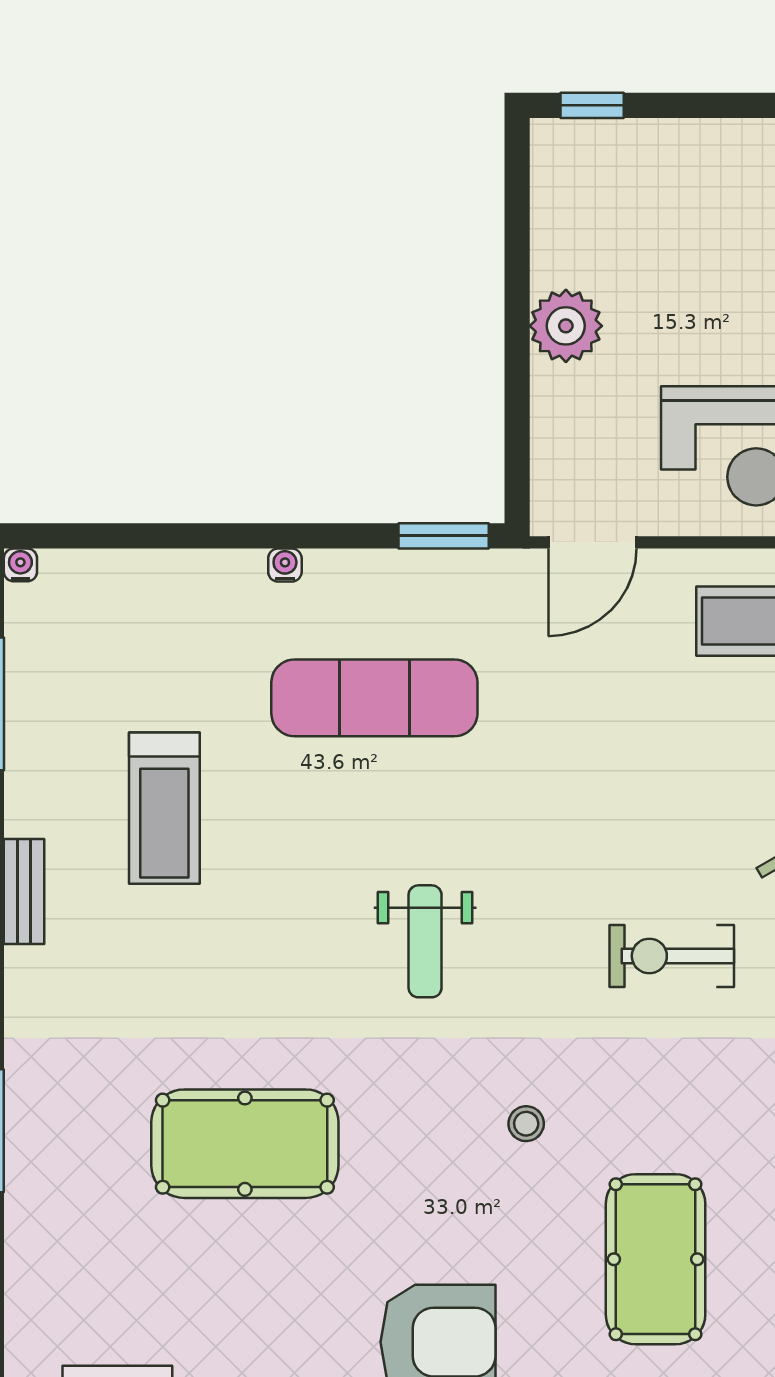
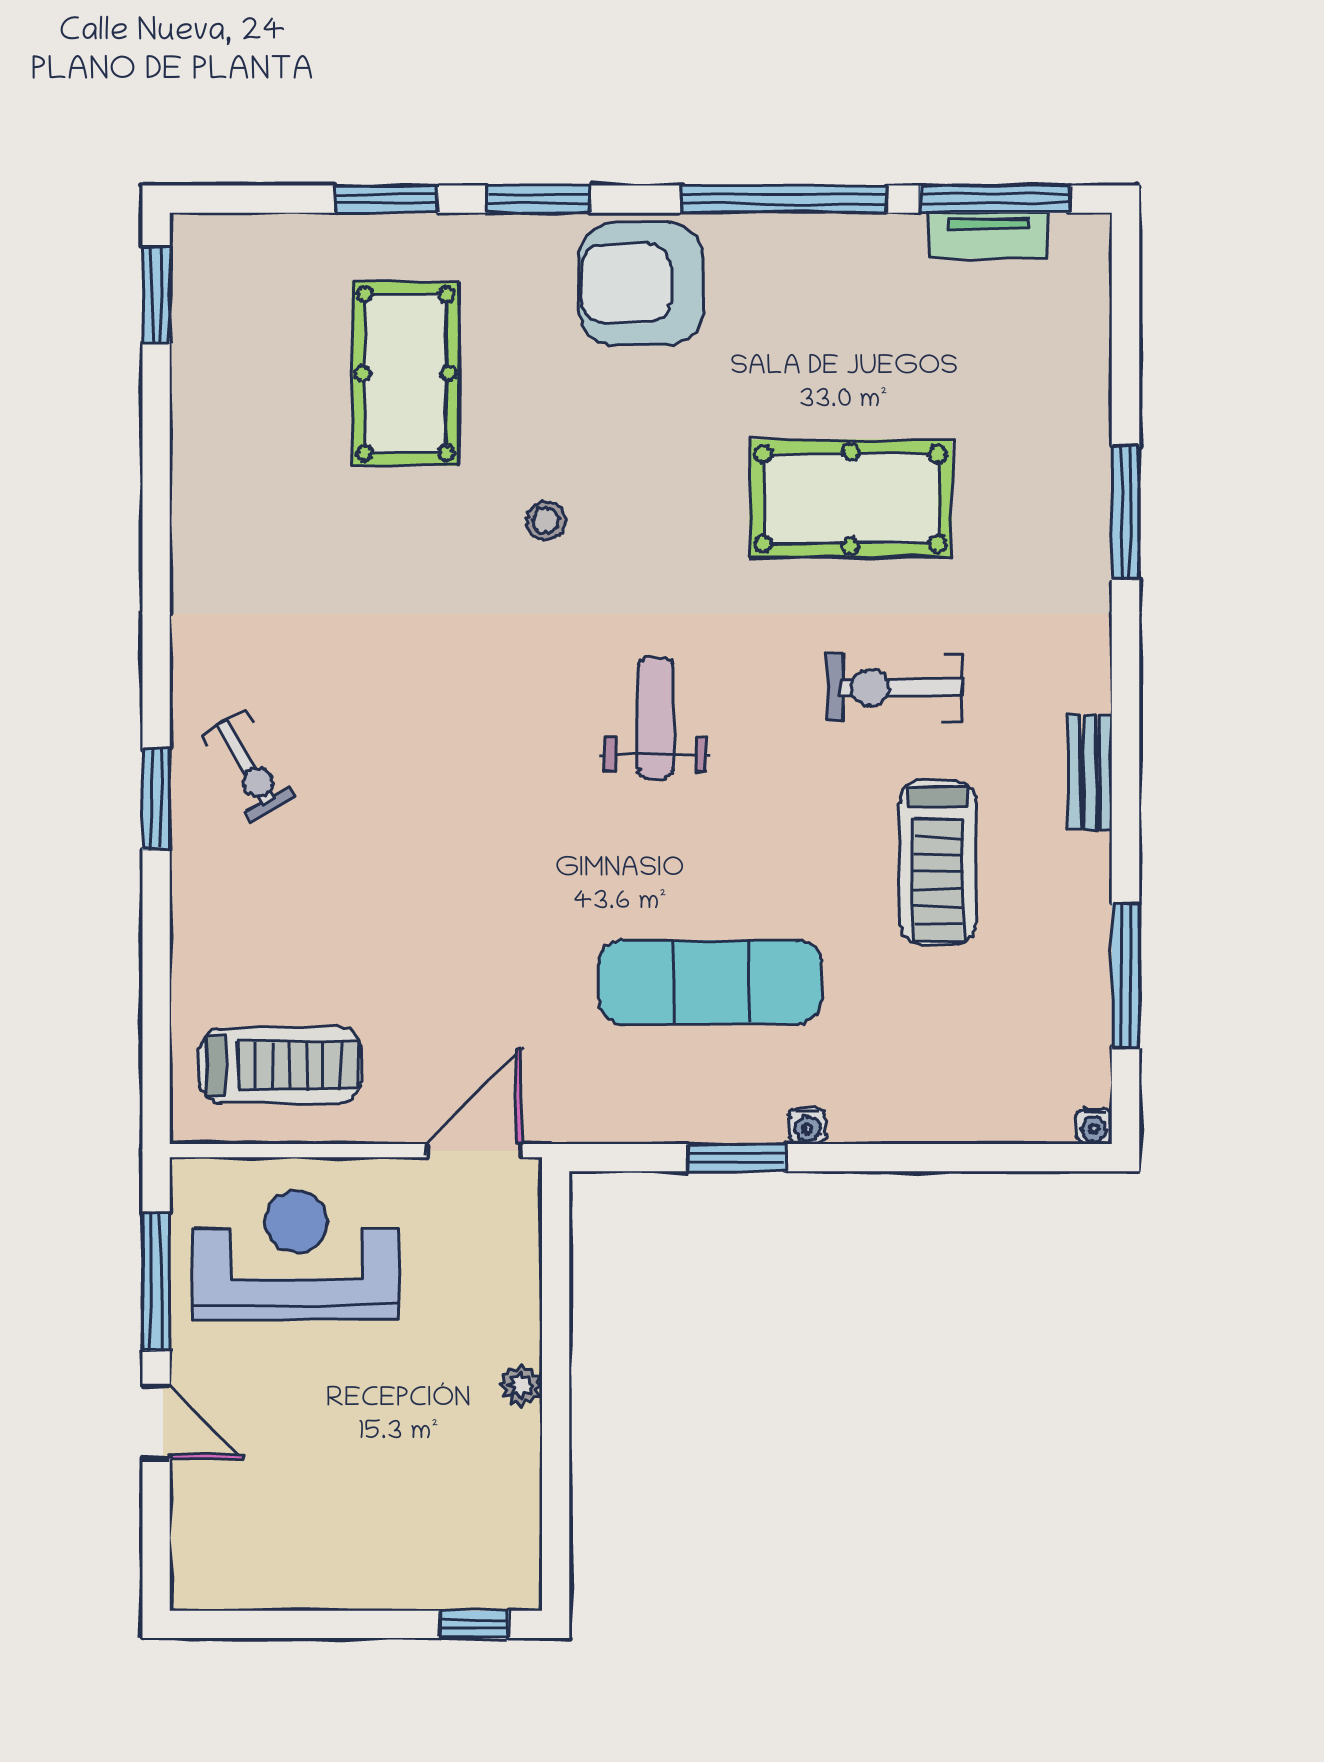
plant: (566, 326) -> (521, 1385), width x0.53, depth x0.53
window: (444, 536) -> (737, 1158), moved
treadmill: (164, 808) -> (938, 863), turned 180
exercise bike: (672, 956) -> (894, 688), moved, turned 180

